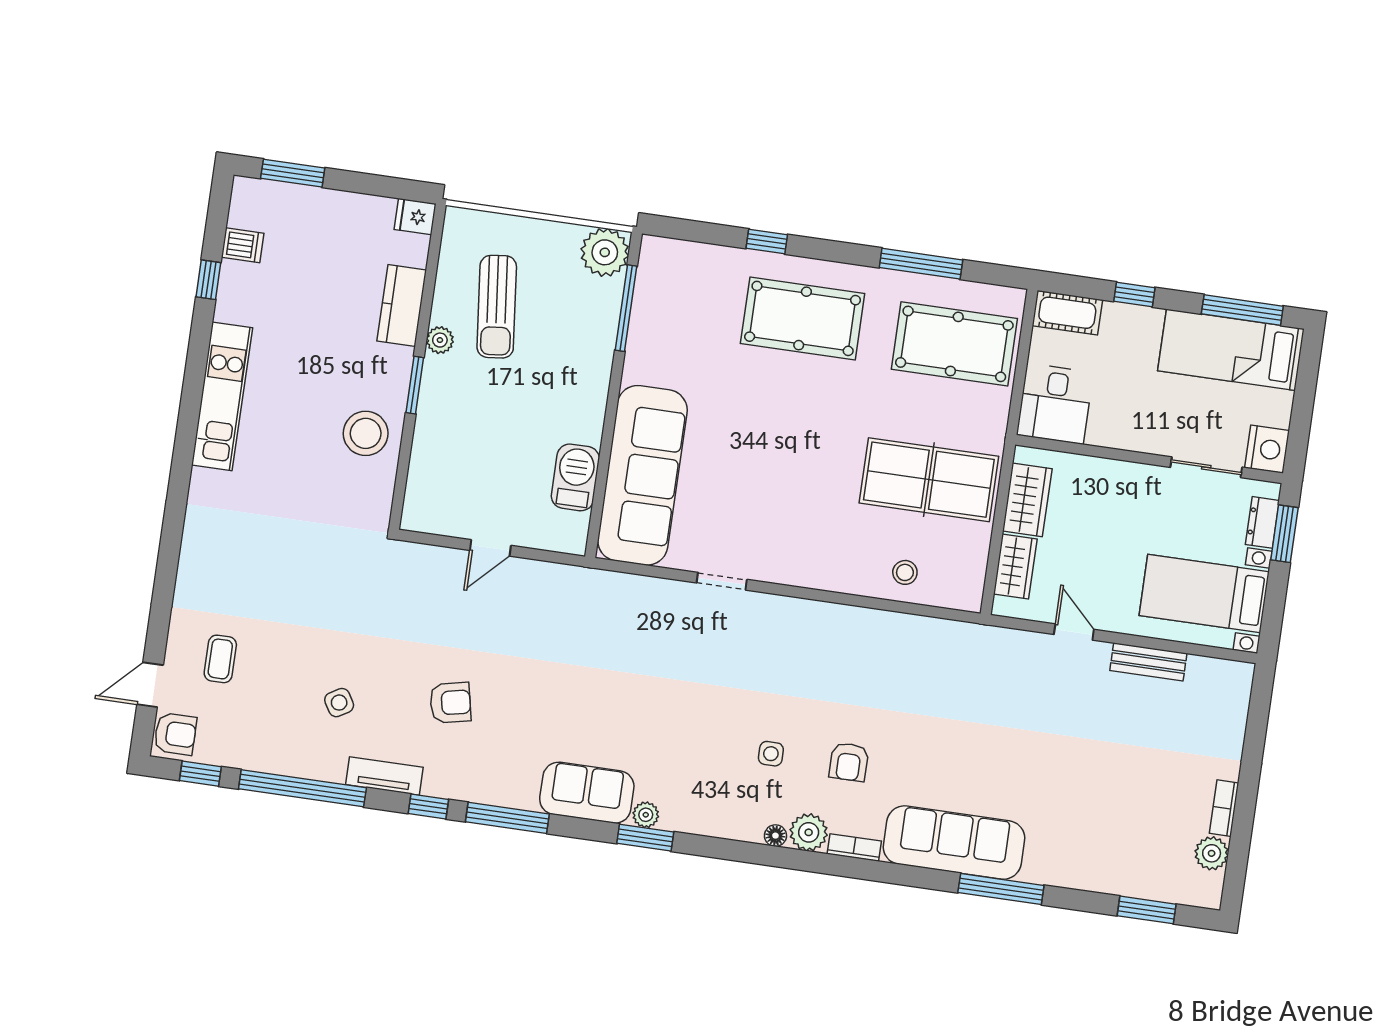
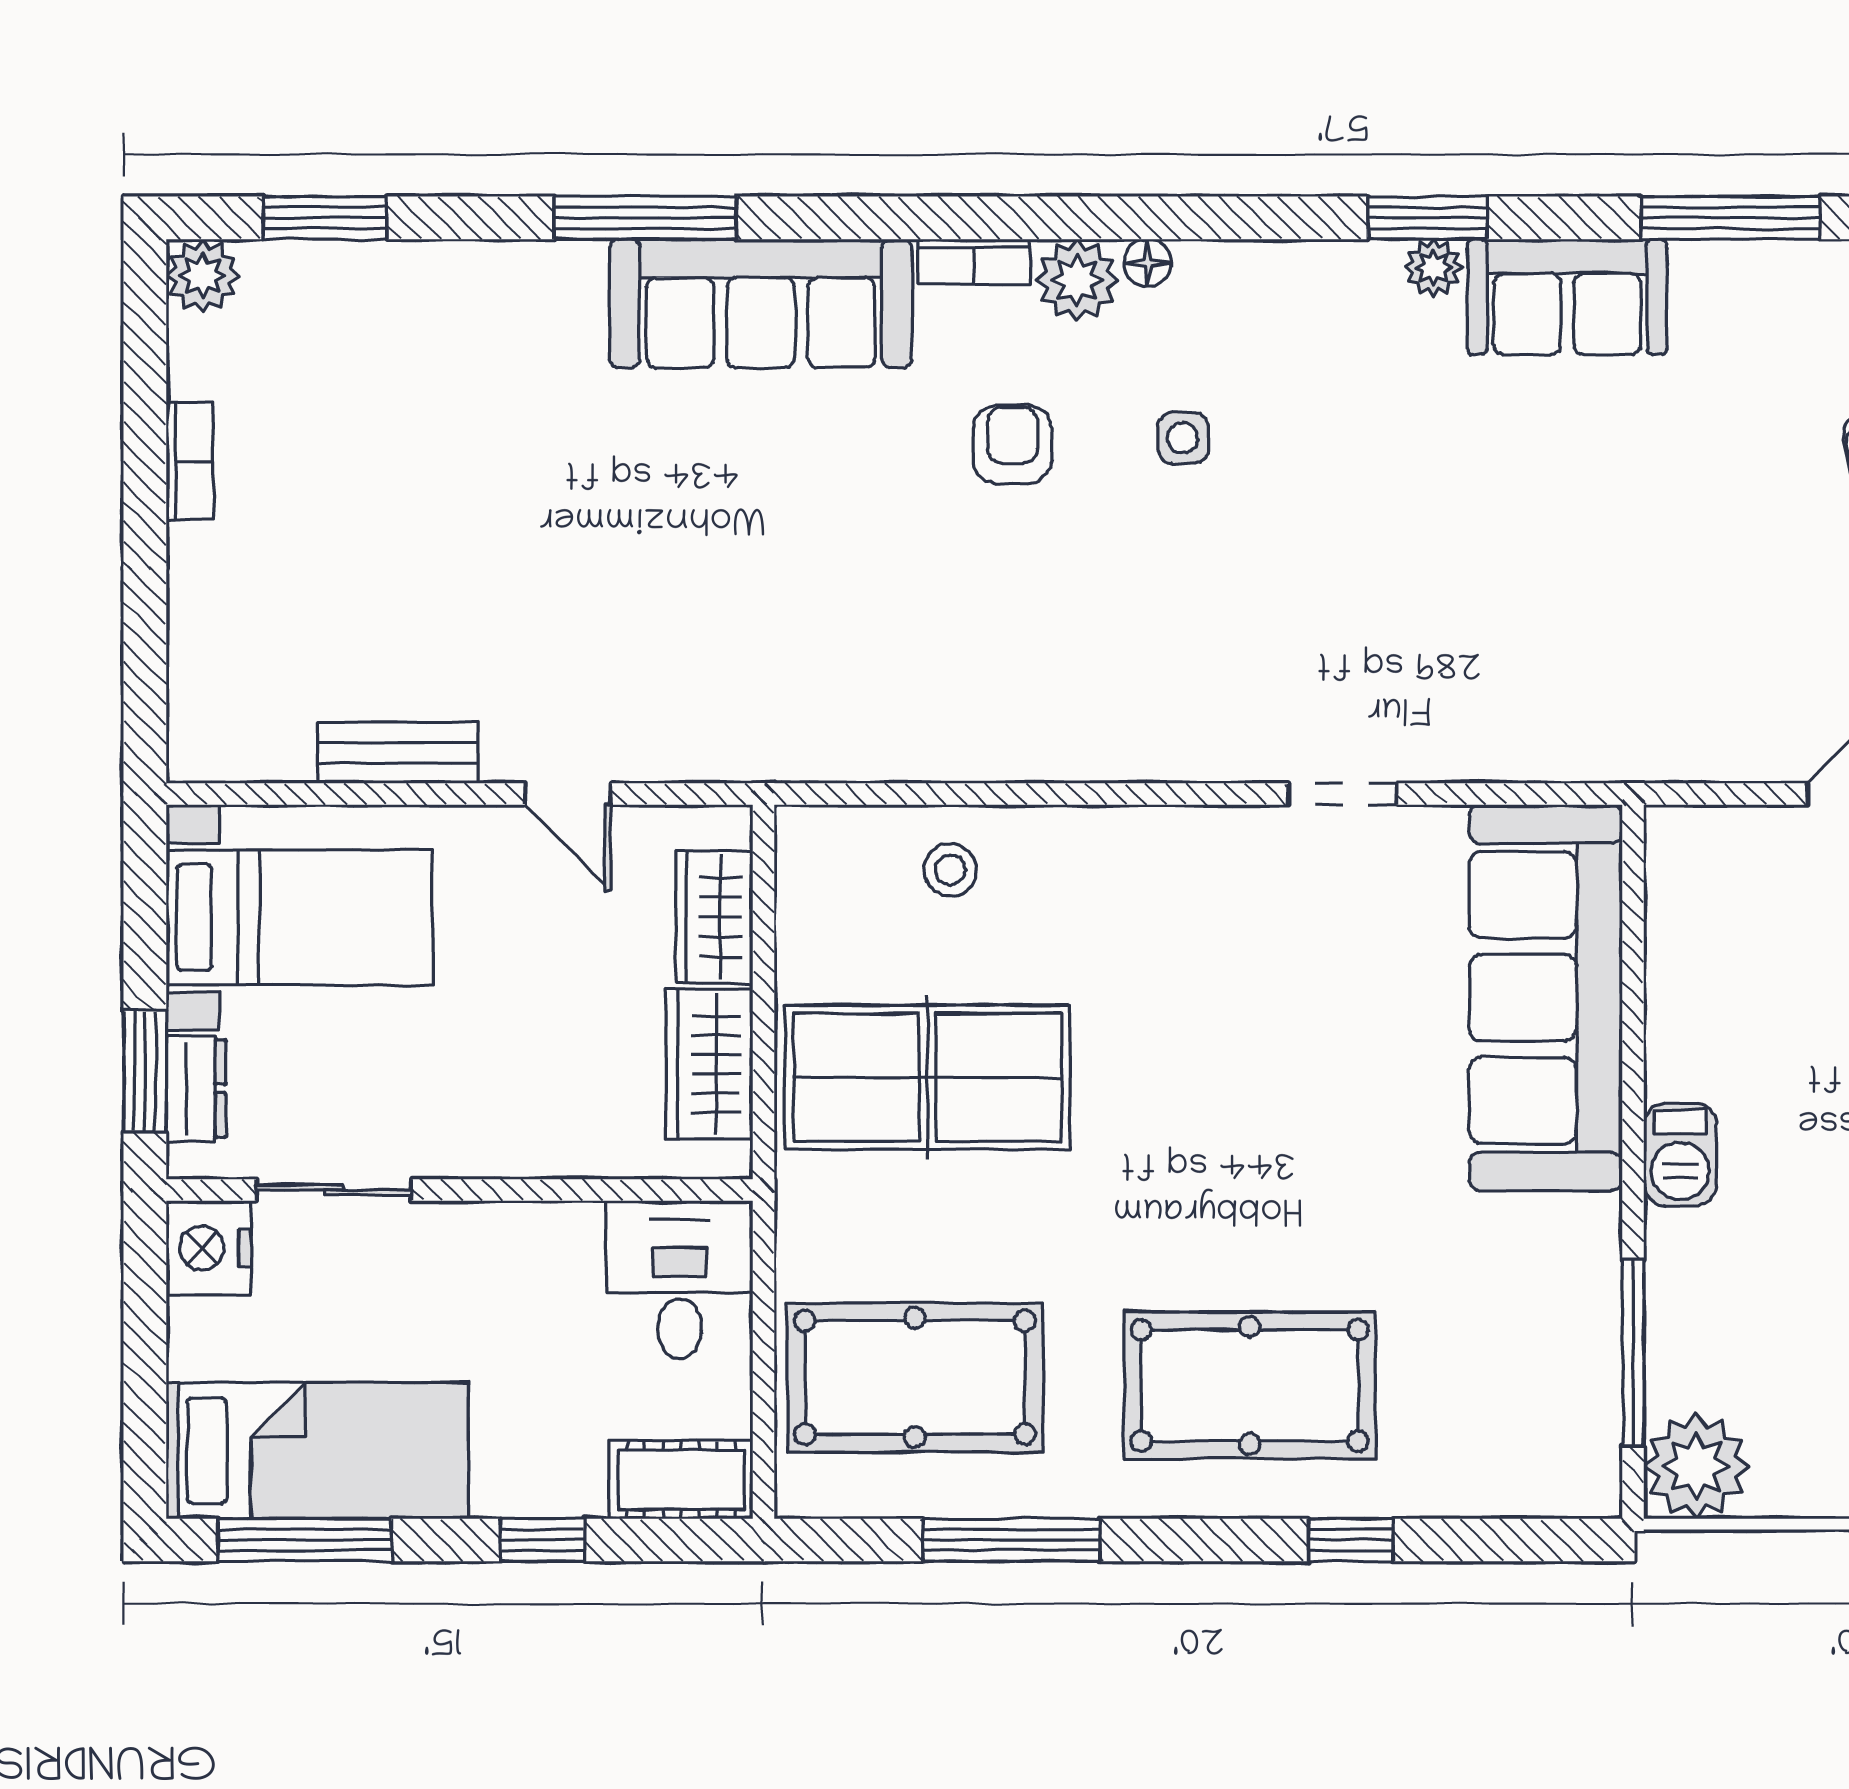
barbecue: (575, 477) -> (1680, 1155), moved, width x0.73, depth x0.79
plant: (1212, 853) -> (203, 276), moved

